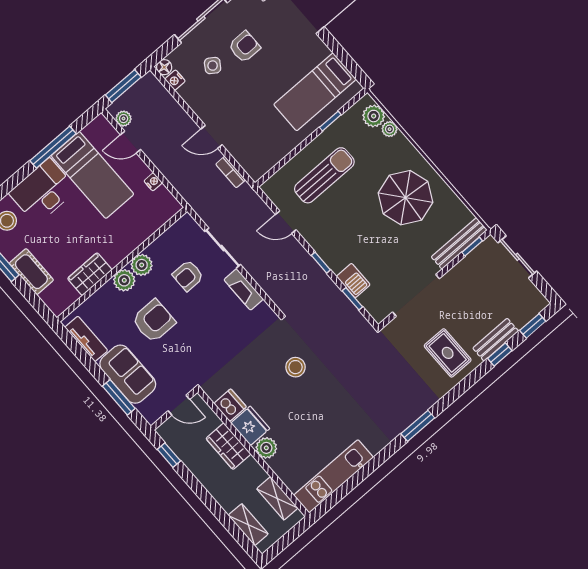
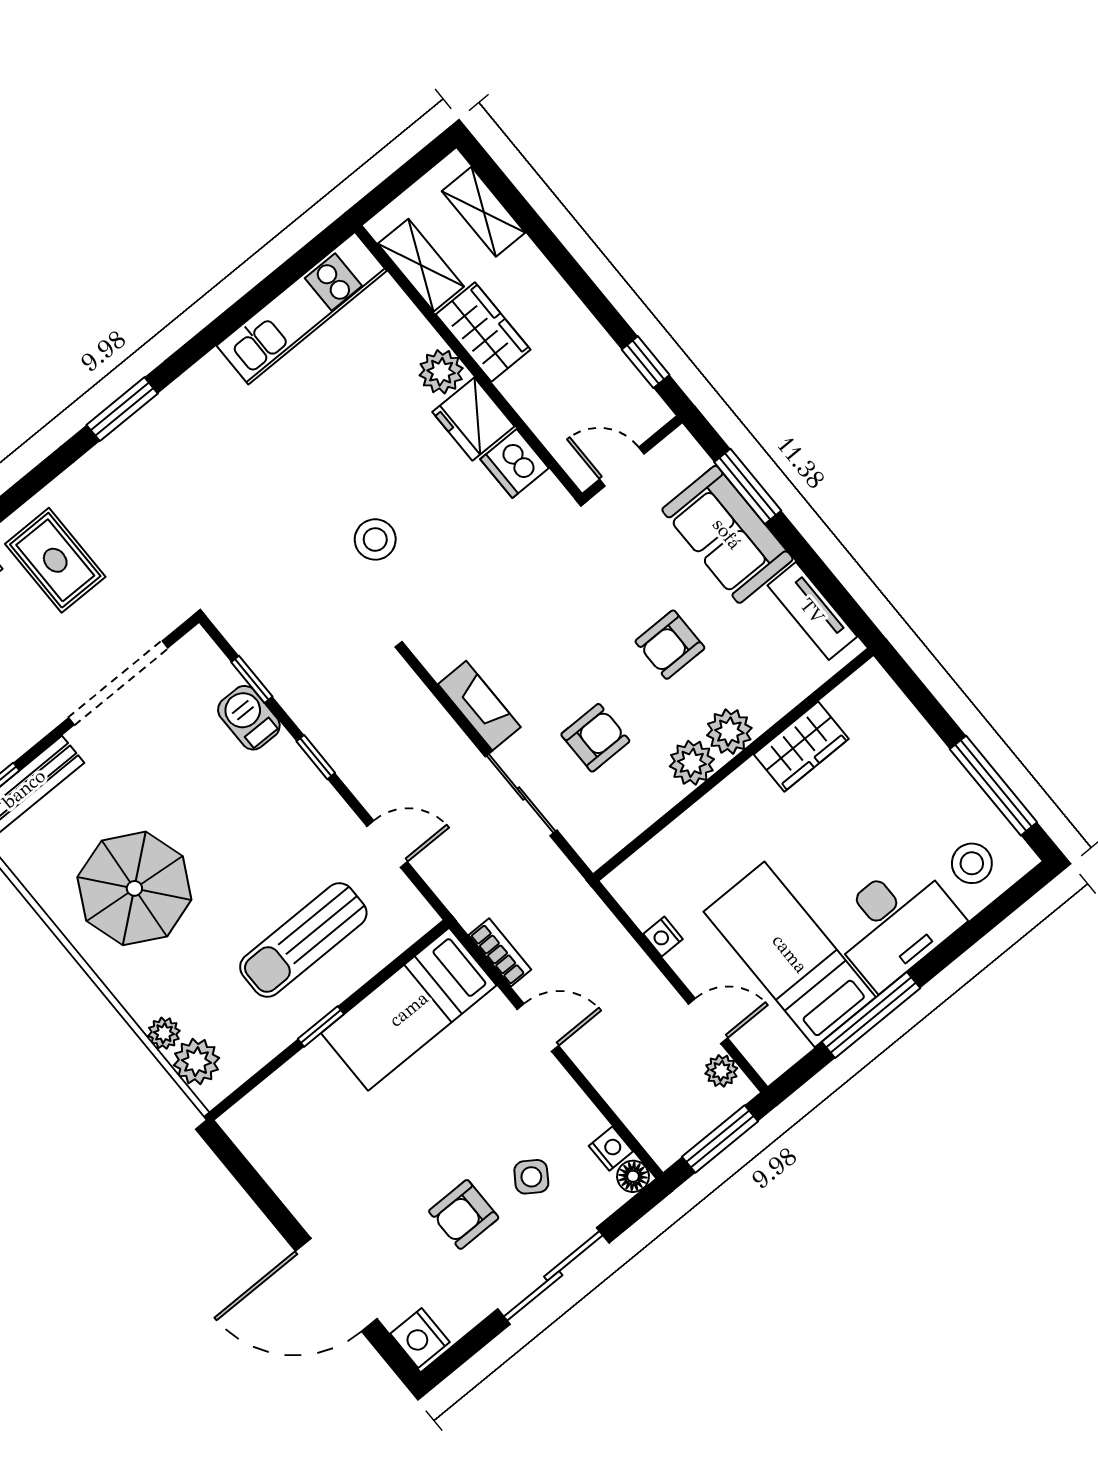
bed: (315, 92) -> (409, 1009), moved, turned 180
window: (330, 121) -> (321, 1026), moved
cot: (31, 272) -> (923, 755), removed
armchair: (154, 321) -> (670, 645), width x0.72, depth x0.72
wardrobe: (228, 446) -> (483, 332), moved

